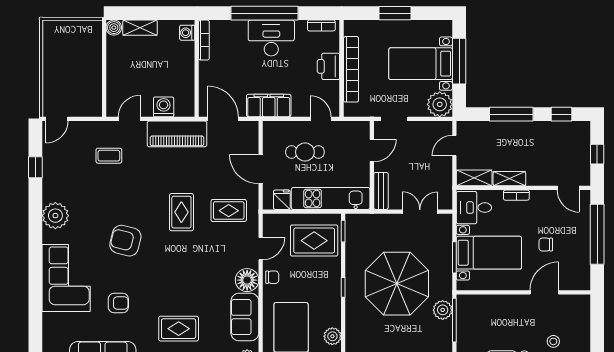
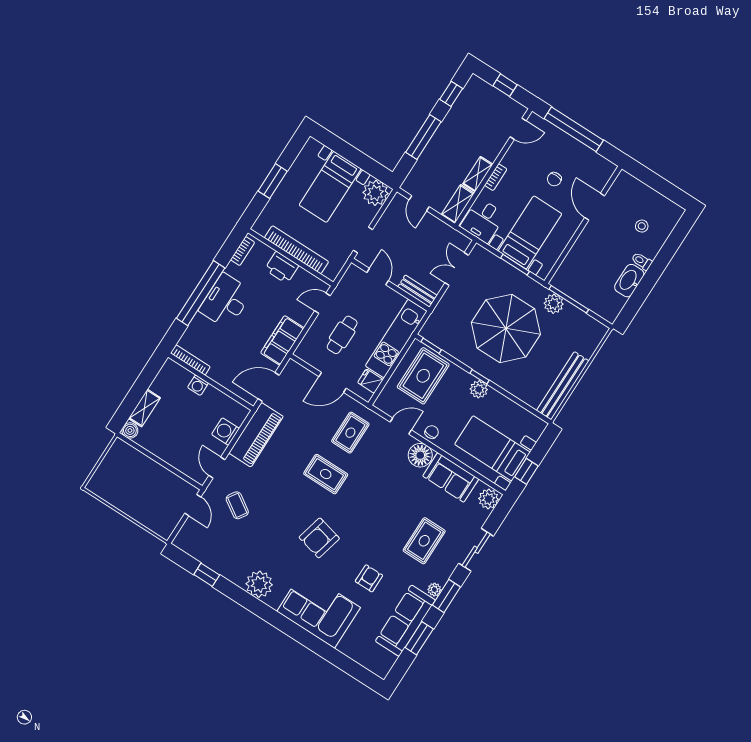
washing machine: (187, 33) -> (198, 385), moved
window: (459, 61) -> (349, 153), removed
door: (57, 119) -> (193, 505), moved
coffee table: (109, 156) -> (237, 505), turned -57
door: (261, 249) -> (401, 426), hinge flipped
plant: (332, 336) -> (479, 389), moved

